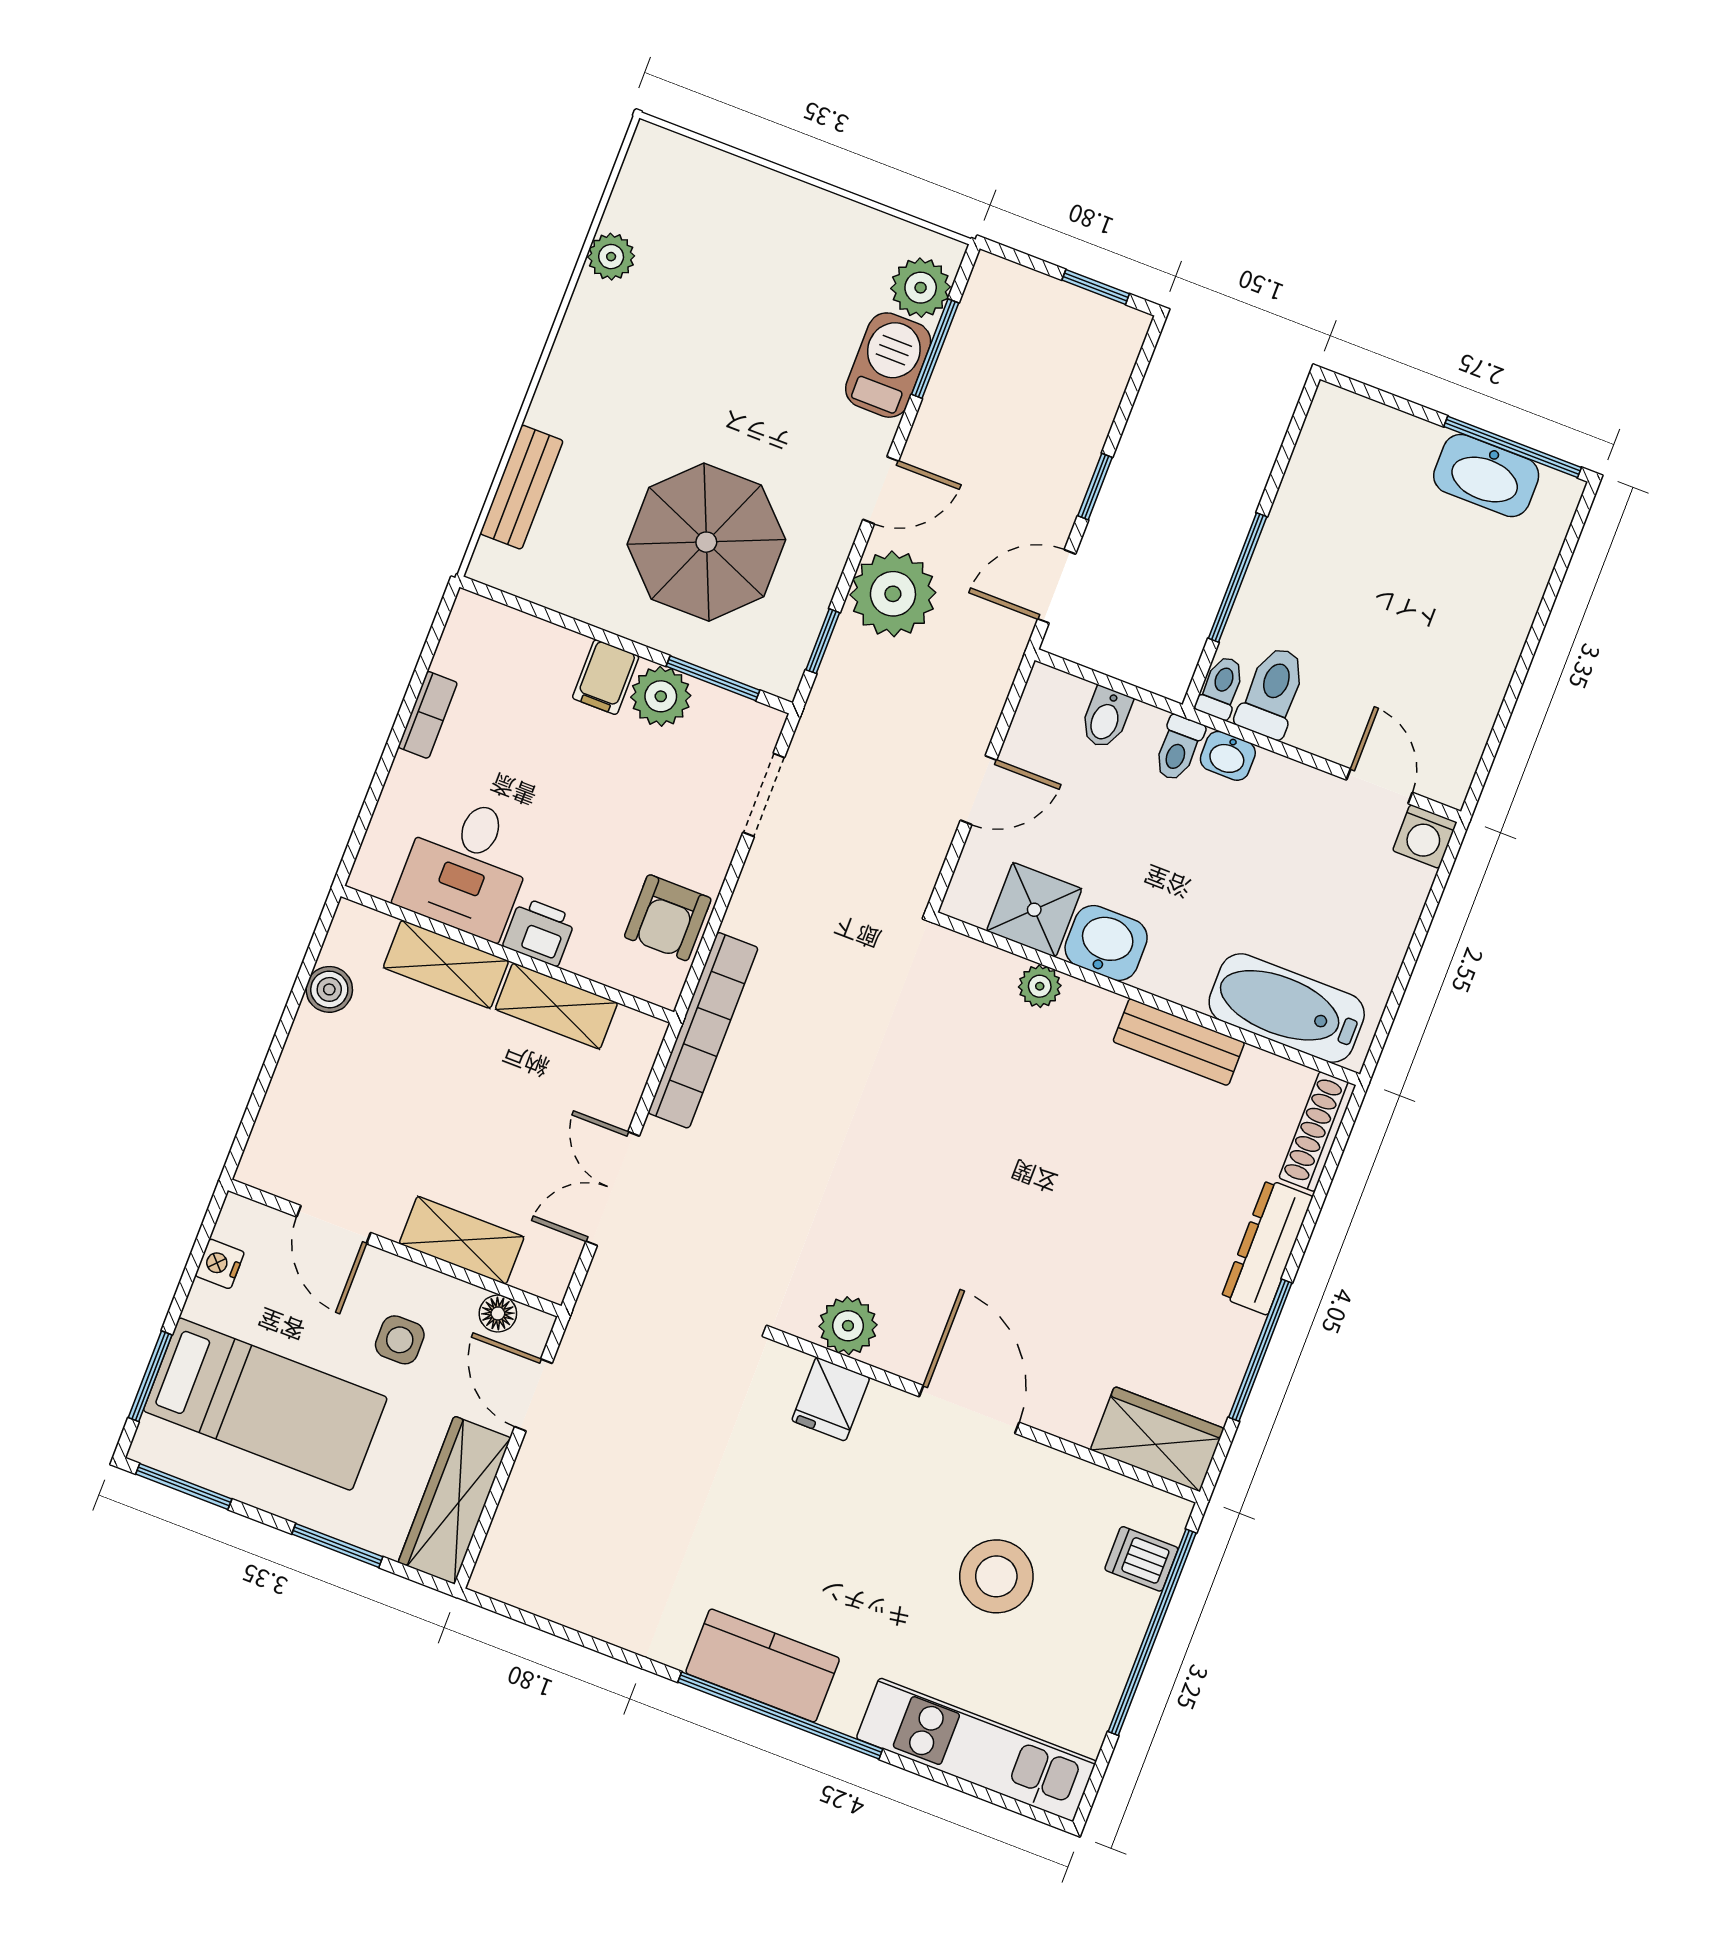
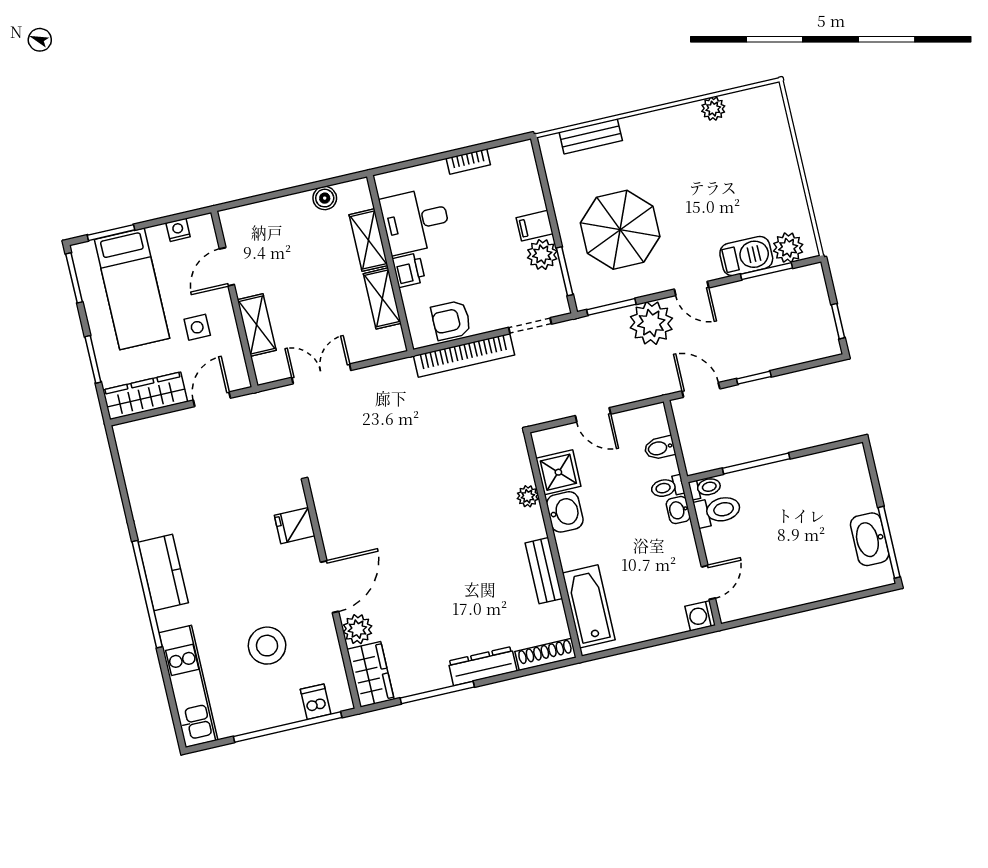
window: (823, 641) -> (611, 307), width x1.50
bookcase: (703, 1030) -> (464, 355), moved
floor lamp: (498, 1313) -> (236, 361), removed
plant: (848, 1326) -> (357, 629), moved

